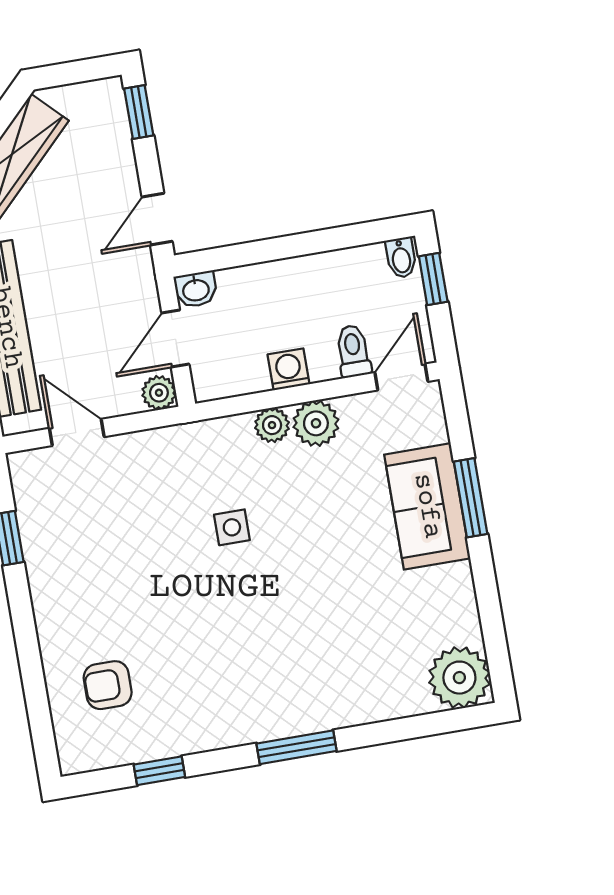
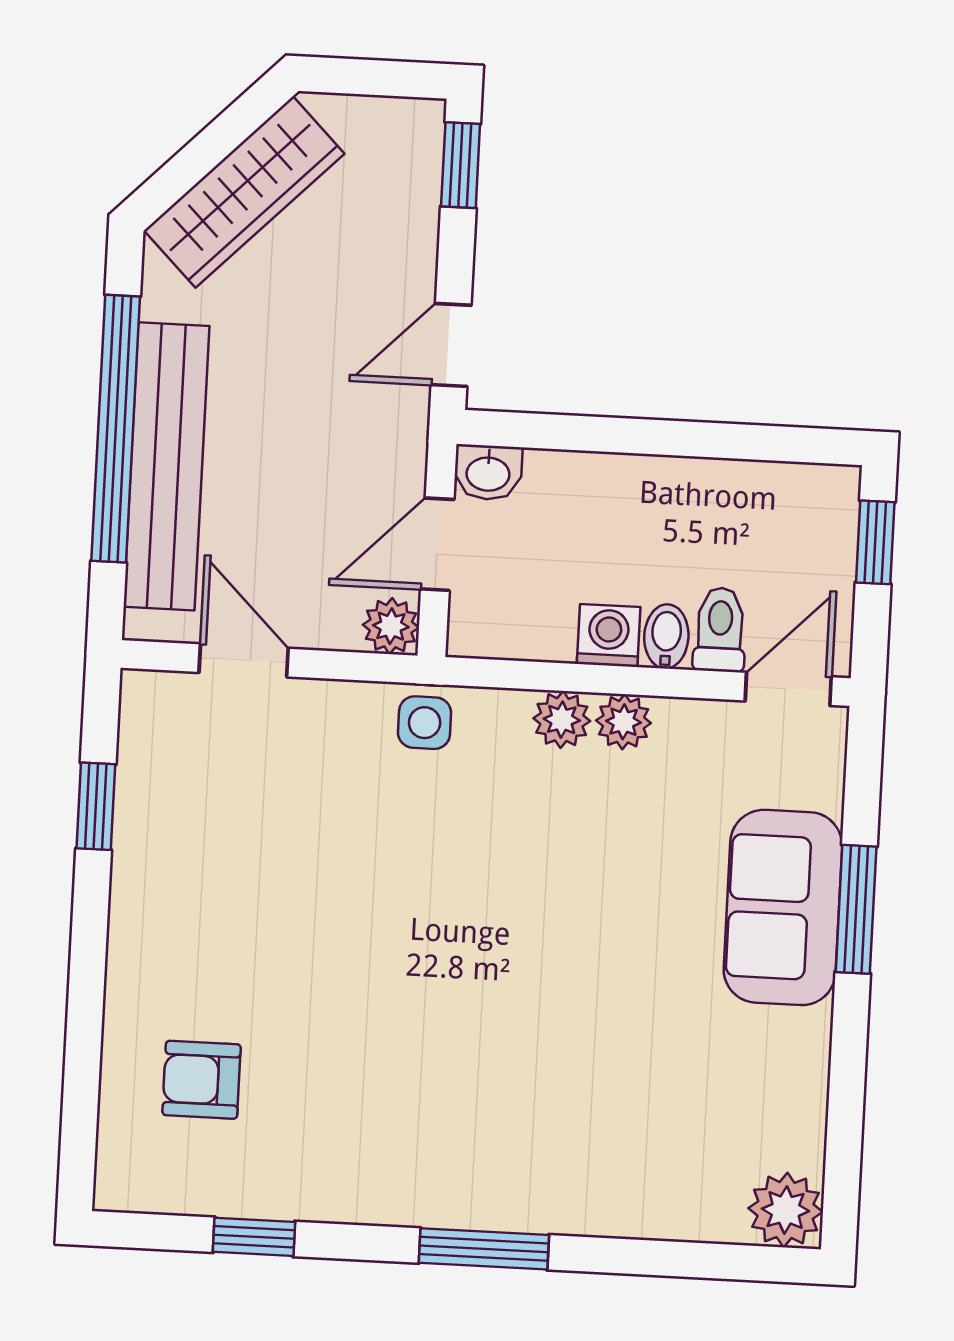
bidet: (401, 258) -> (666, 636), moved, turned 180
plant: (316, 423) -> (624, 722), width x0.73, depth x0.73
side table: (232, 527) -> (425, 723), moved
plant: (459, 678) -> (786, 1210), width x0.73, depth x0.73

